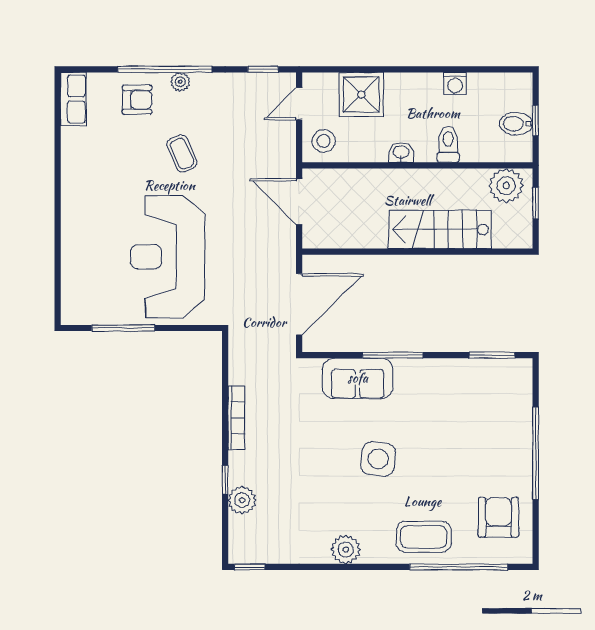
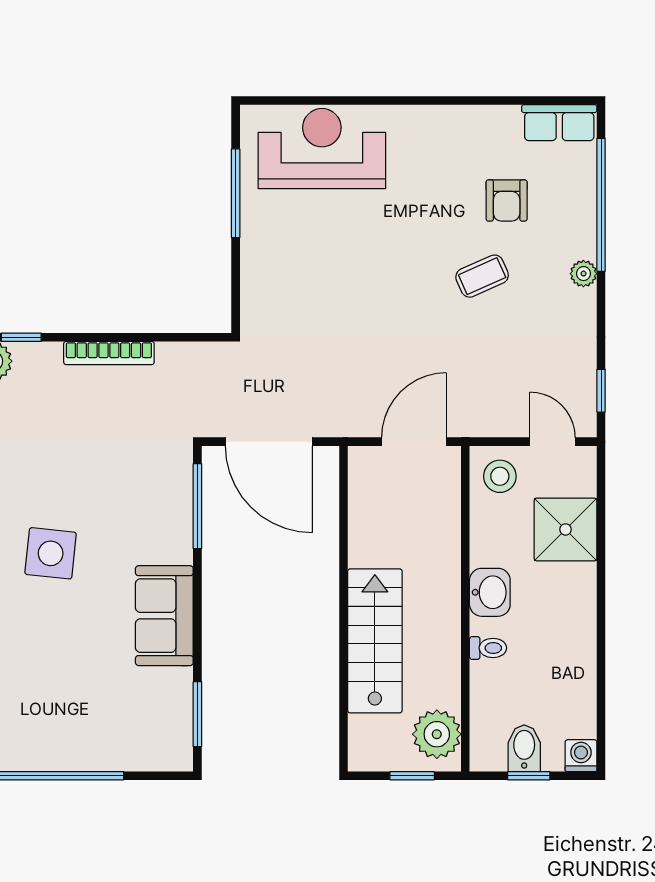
window: (165, 69) -> (601, 205), moved
washing machine: (455, 84) -> (581, 756), moved, turned 90
armchair: (137, 100) -> (507, 201), moved
toilet: (448, 144) -> (488, 648), width x0.73, depth x0.72
washbasin: (401, 153) -> (490, 592), width x1.38, depth x1.45
reception desk: (168, 257) -> (322, 149), moved, width x0.74, depth x0.77
window: (393, 355) -> (197, 506), moved
sofa: (358, 378) -> (164, 616), moved

